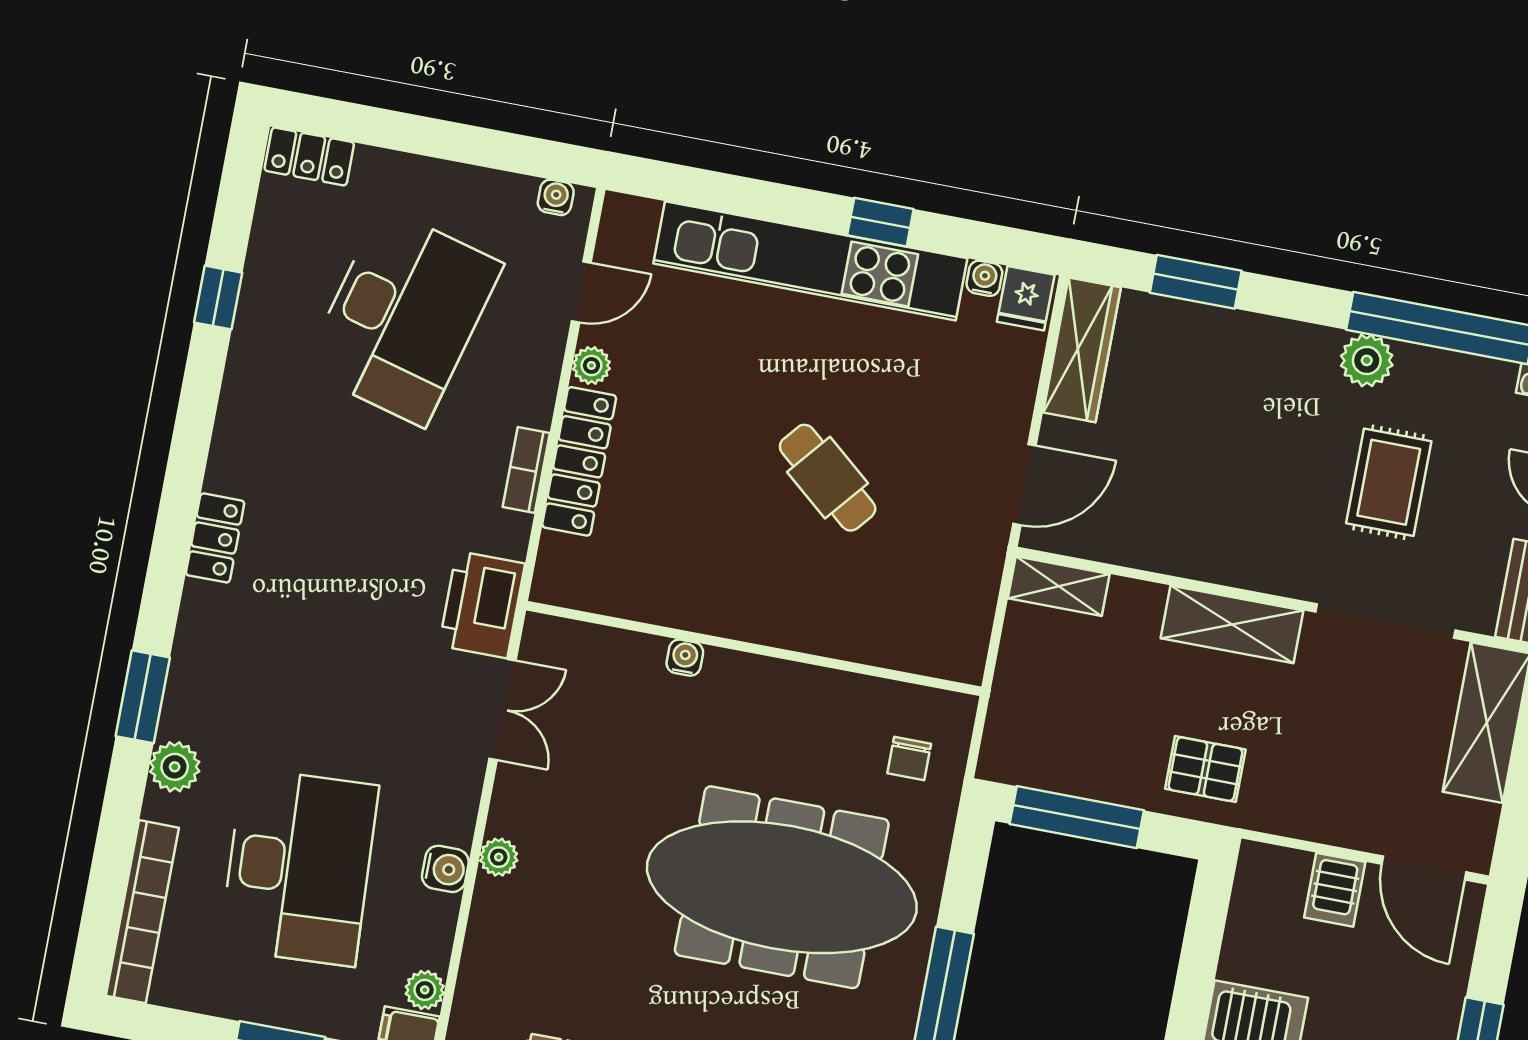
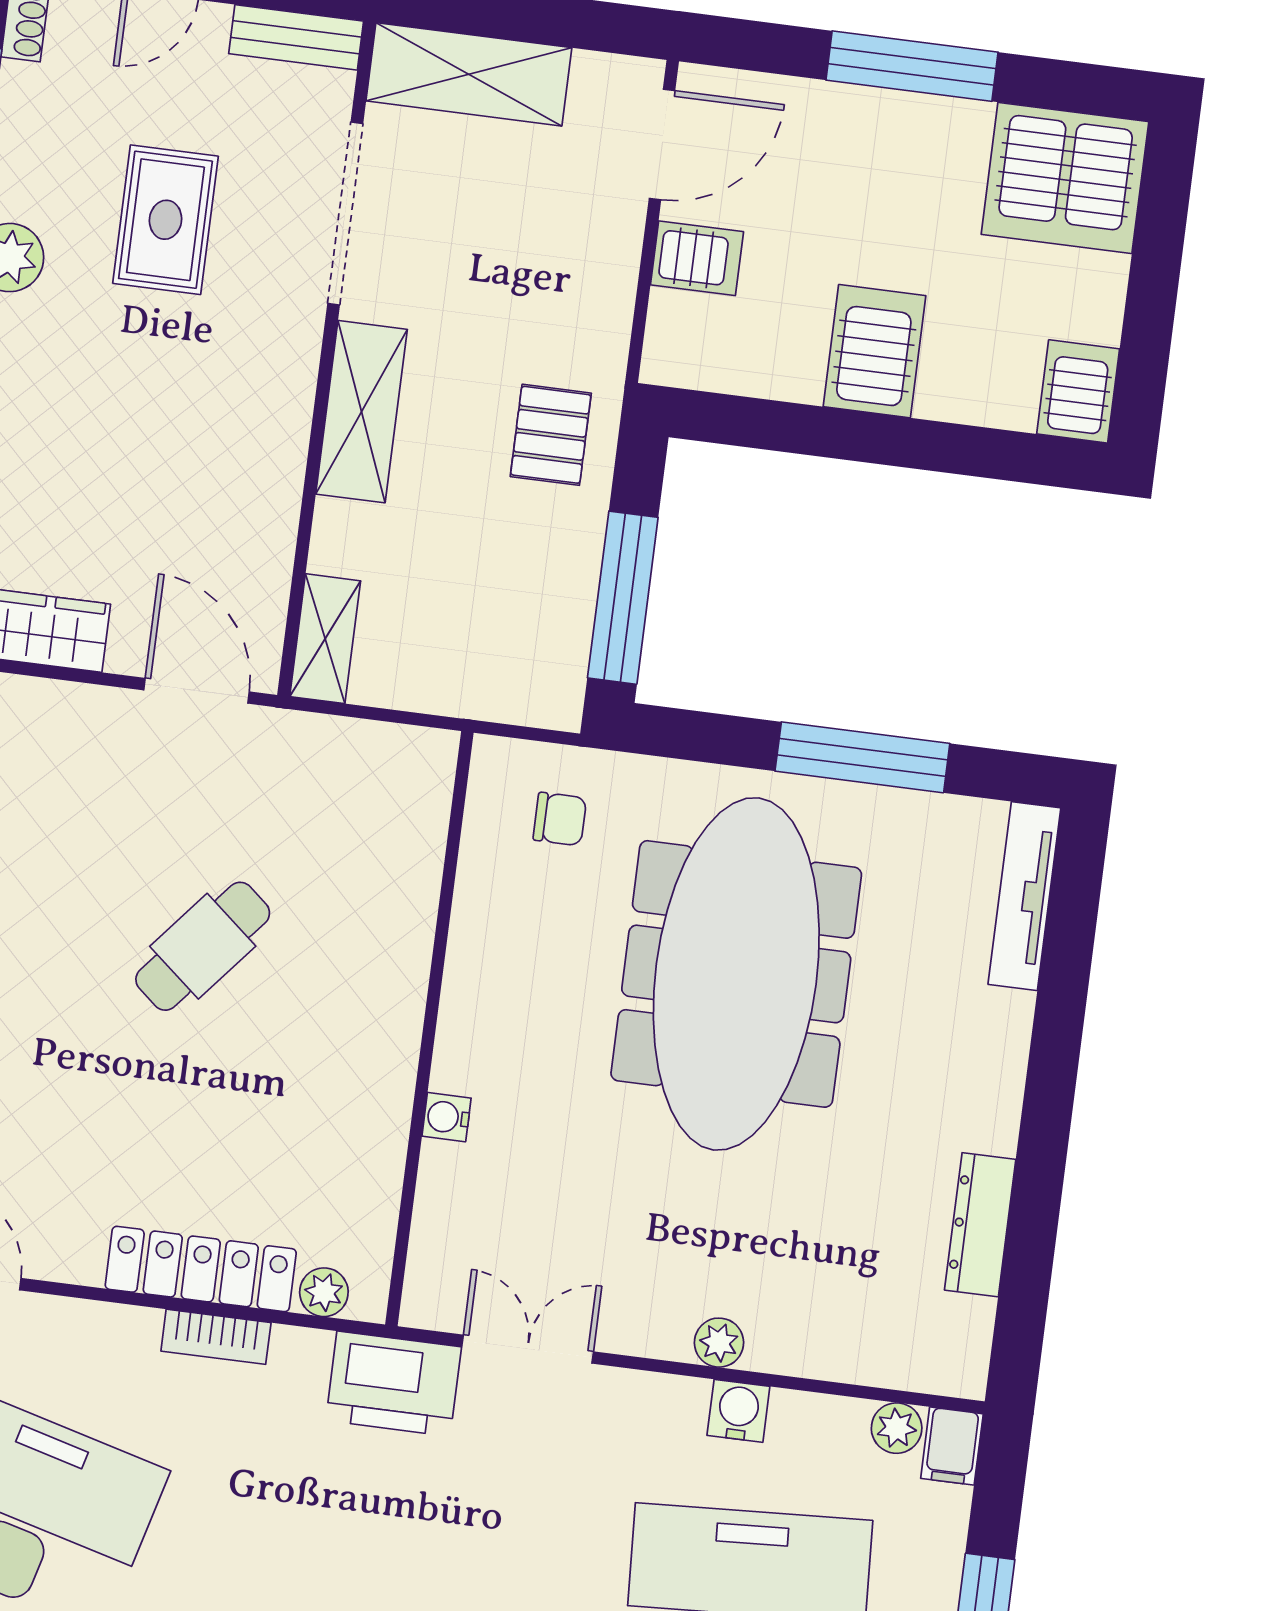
plant: (591, 365) -> (324, 1292), moved
rug: (1389, 482) -> (166, 220), turned 90

